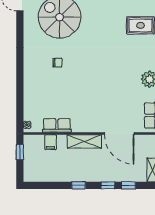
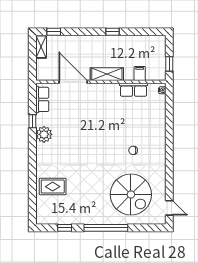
window: (108, 185) -> (84, 32), removed
window: (128, 185) -> (54, 32), moved

